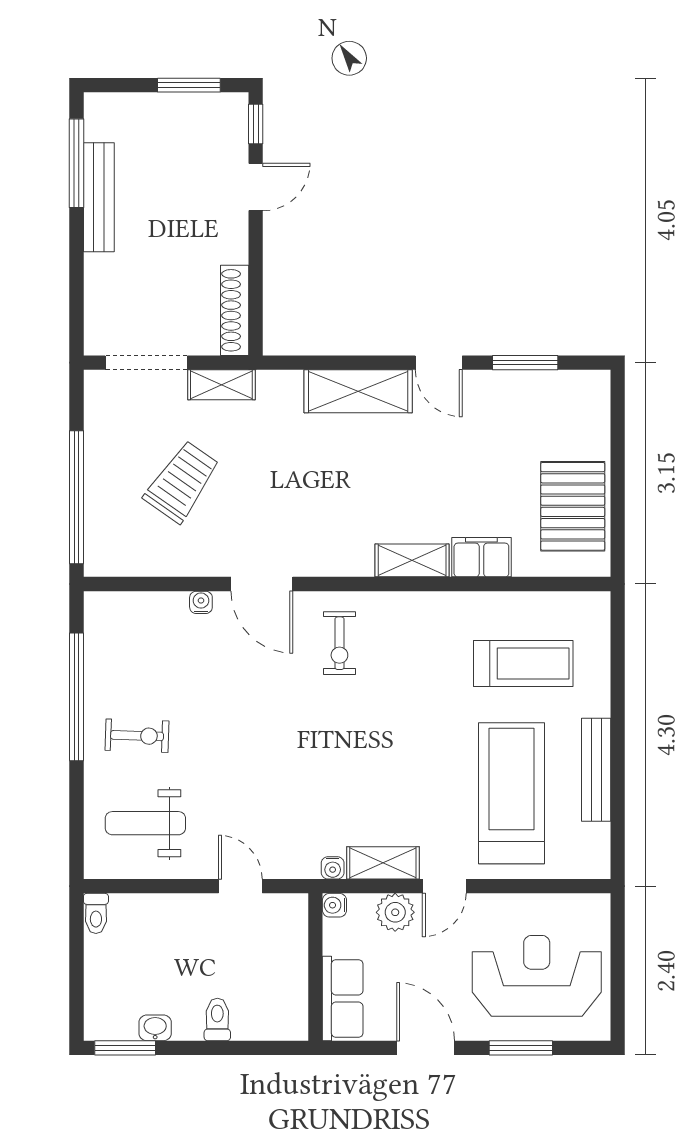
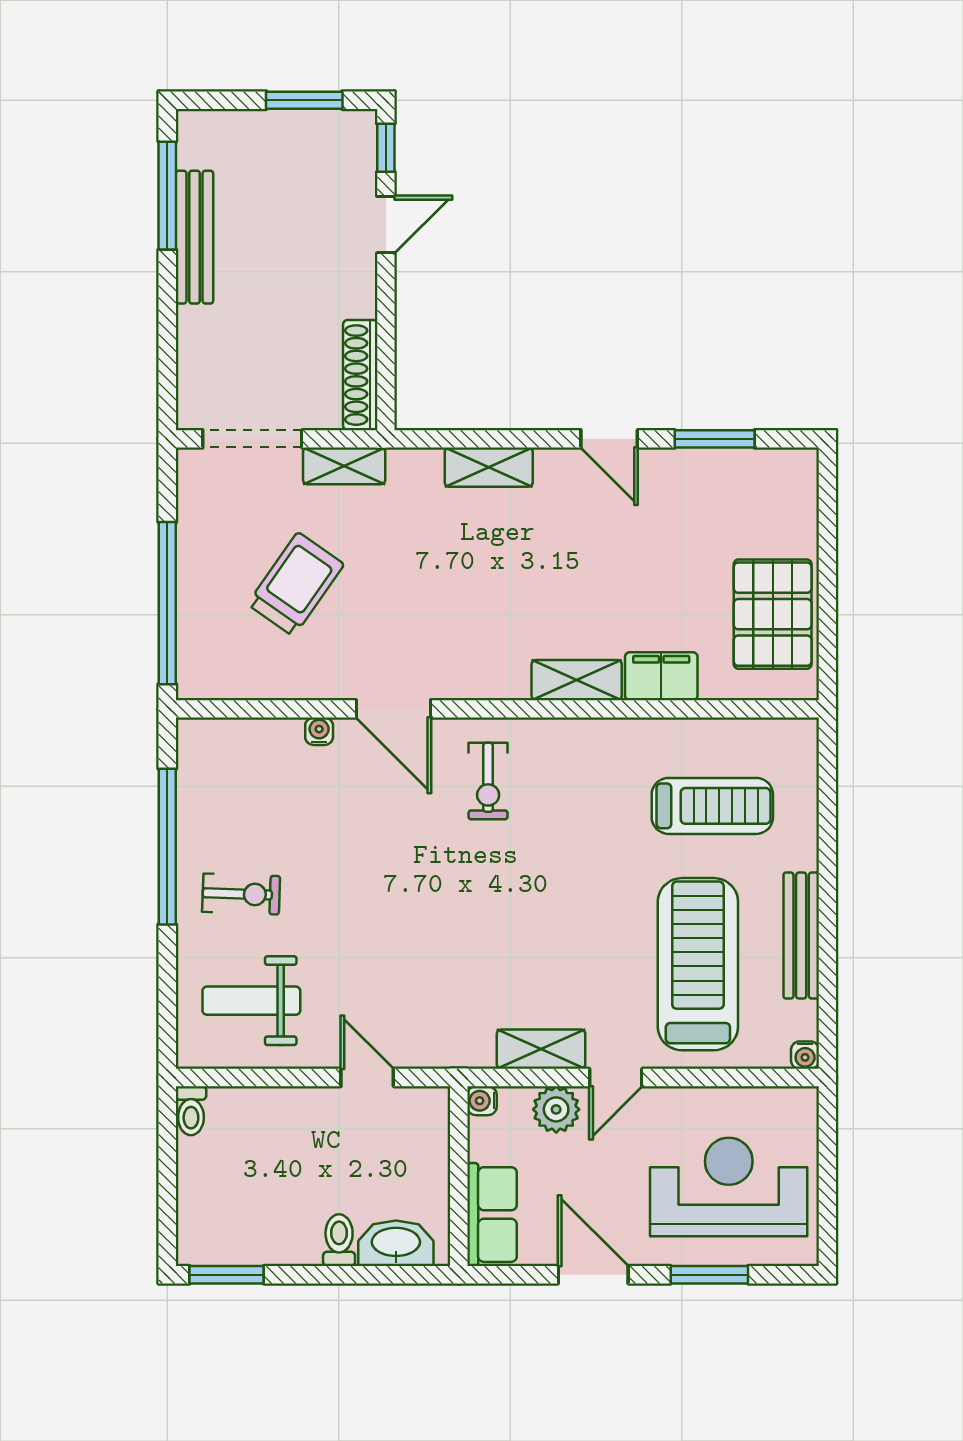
shelving: (358, 391) -> (489, 467), width x0.67, depth x0.75
water cooler: (333, 868) -> (805, 1055), moved
washbasin: (155, 1028) -> (396, 1243), moved, width x1.91, depth x1.45

